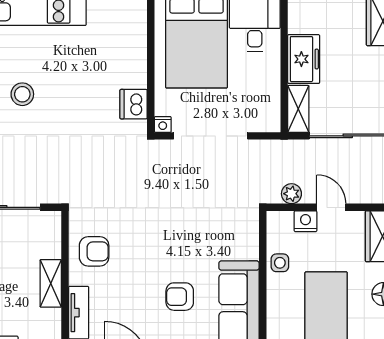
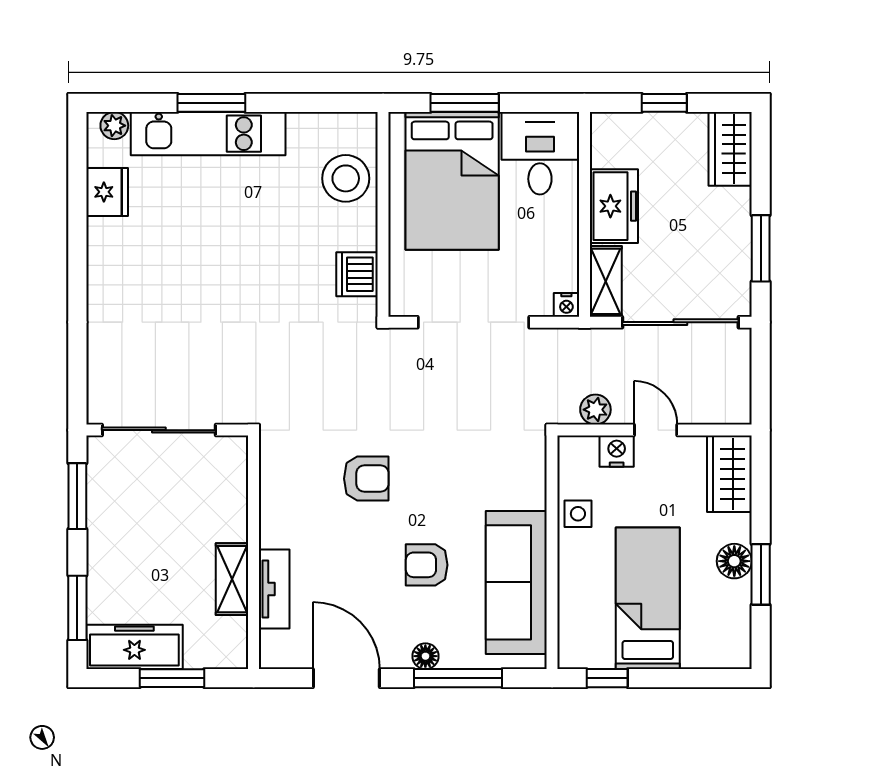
stool: (22, 94) -> (346, 178), moved, width x1.38, depth x1.38
nightstand: (163, 124) -> (566, 305), moved
armchair: (94, 251) -> (366, 479), moved
shelving: (51, 283) -> (232, 579), moved

